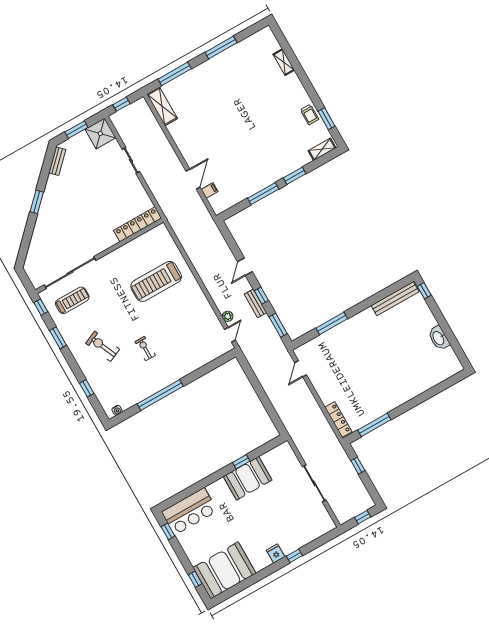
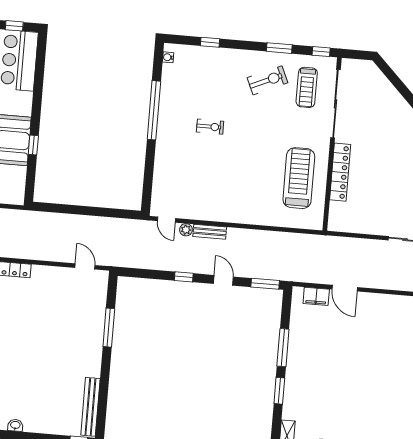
filing cabinet: (210, 190) -> (316, 296), width x2.00
locker: (138, 224) -> (340, 172), moved
treadmill: (156, 281) -> (299, 178), moved
bench: (255, 303) -> (210, 232), moved
window: (278, 325) -> (265, 284), moved
washbasin: (439, 338) -> (15, 425), width x0.52, depth x0.69
exercise bike: (103, 346) -> (267, 80), moved

